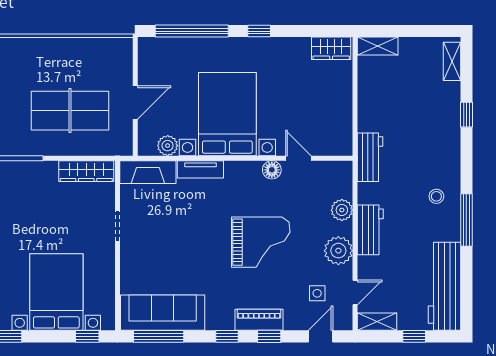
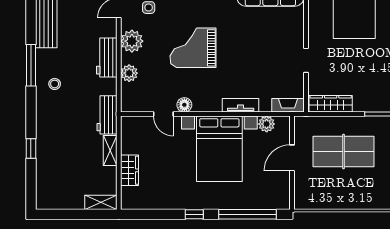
wardrobe: (331, 48) -> (130, 170), moved, turned 90
shelving: (452, 61) -> (110, 150), moved
fireplace: (148, 172) -> (288, 105), width x0.73, depth x0.76

